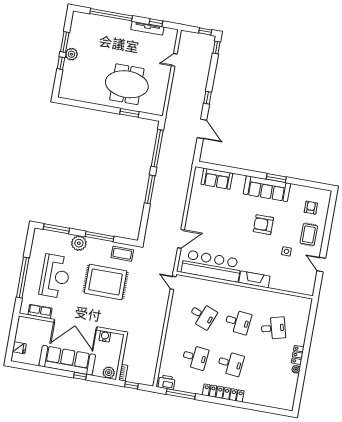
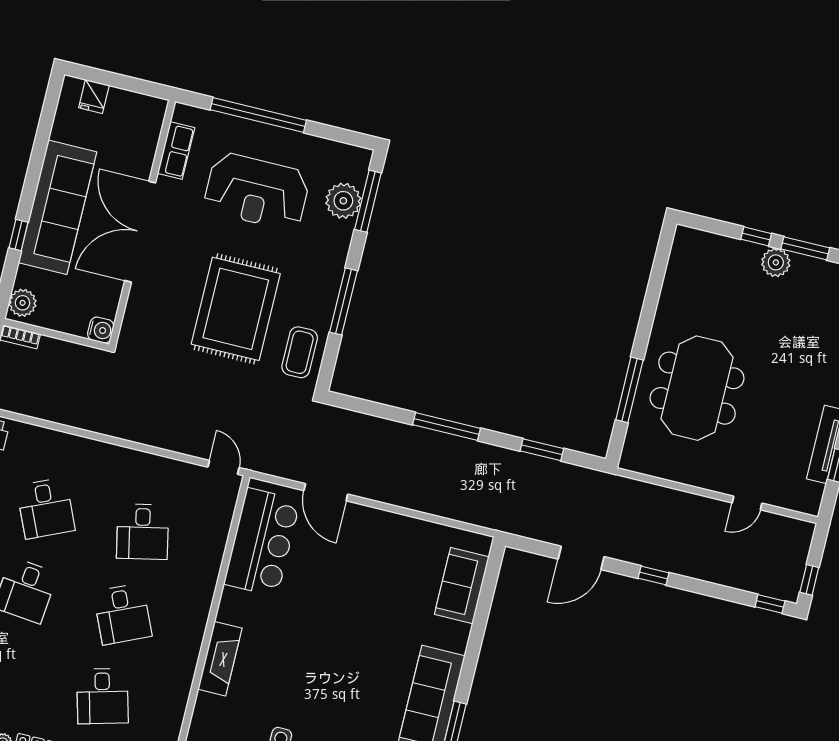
door: (174, 60) -> (747, 503), swing flipped
window: (129, 113) -> (629, 390), width x1.44
window: (157, 148) -> (542, 450), width x0.47
armchair: (263, 225) -> (347, 688), removed
plant: (79, 243) -> (343, 201), moved
bar counter: (211, 266) -> (262, 542), width x0.73
door: (173, 283) -> (223, 467), hinge flipped
desk: (203, 316) -> (143, 532), turned -33
desk: (238, 322) -> (123, 614), turned -30
water cooler: (105, 336) -> (101, 330), moved
desk: (195, 357) -> (46, 508), turned -30

